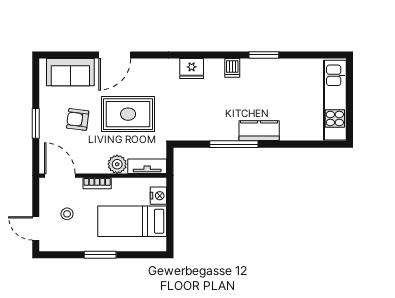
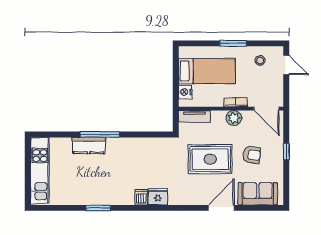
dishwasher: (232, 68) -> (141, 197), moved
window: (36, 123) -> (286, 152), width x0.67
kitchen counter: (259, 131) -> (89, 146), moved
window: (234, 144) -> (100, 134), moved
plant: (117, 164) -> (234, 118), moved
stool: (67, 214) -> (260, 60), moved

